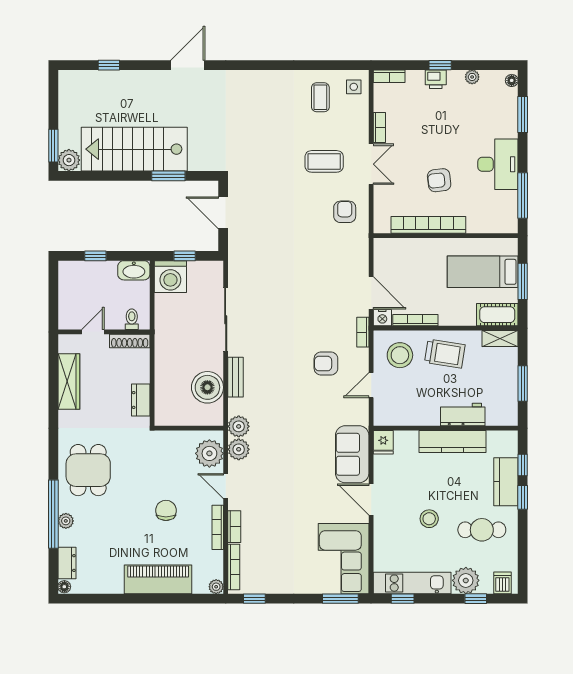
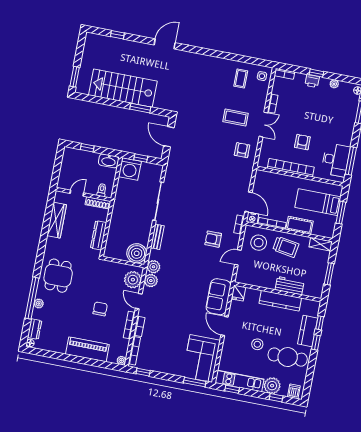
plant: (69, 160) -> (82, 87), removed
desk: (498, 164) -> (336, 160), moved
armchair: (439, 180) -> (302, 142), turned 97
cot: (497, 315) -> (300, 225), moved
boiler: (207, 387) -> (137, 253), moved
dresser: (141, 400) -> (99, 235), width x1.44
cafe table: (482, 530) -> (288, 357), width x1.37, depth x1.35

